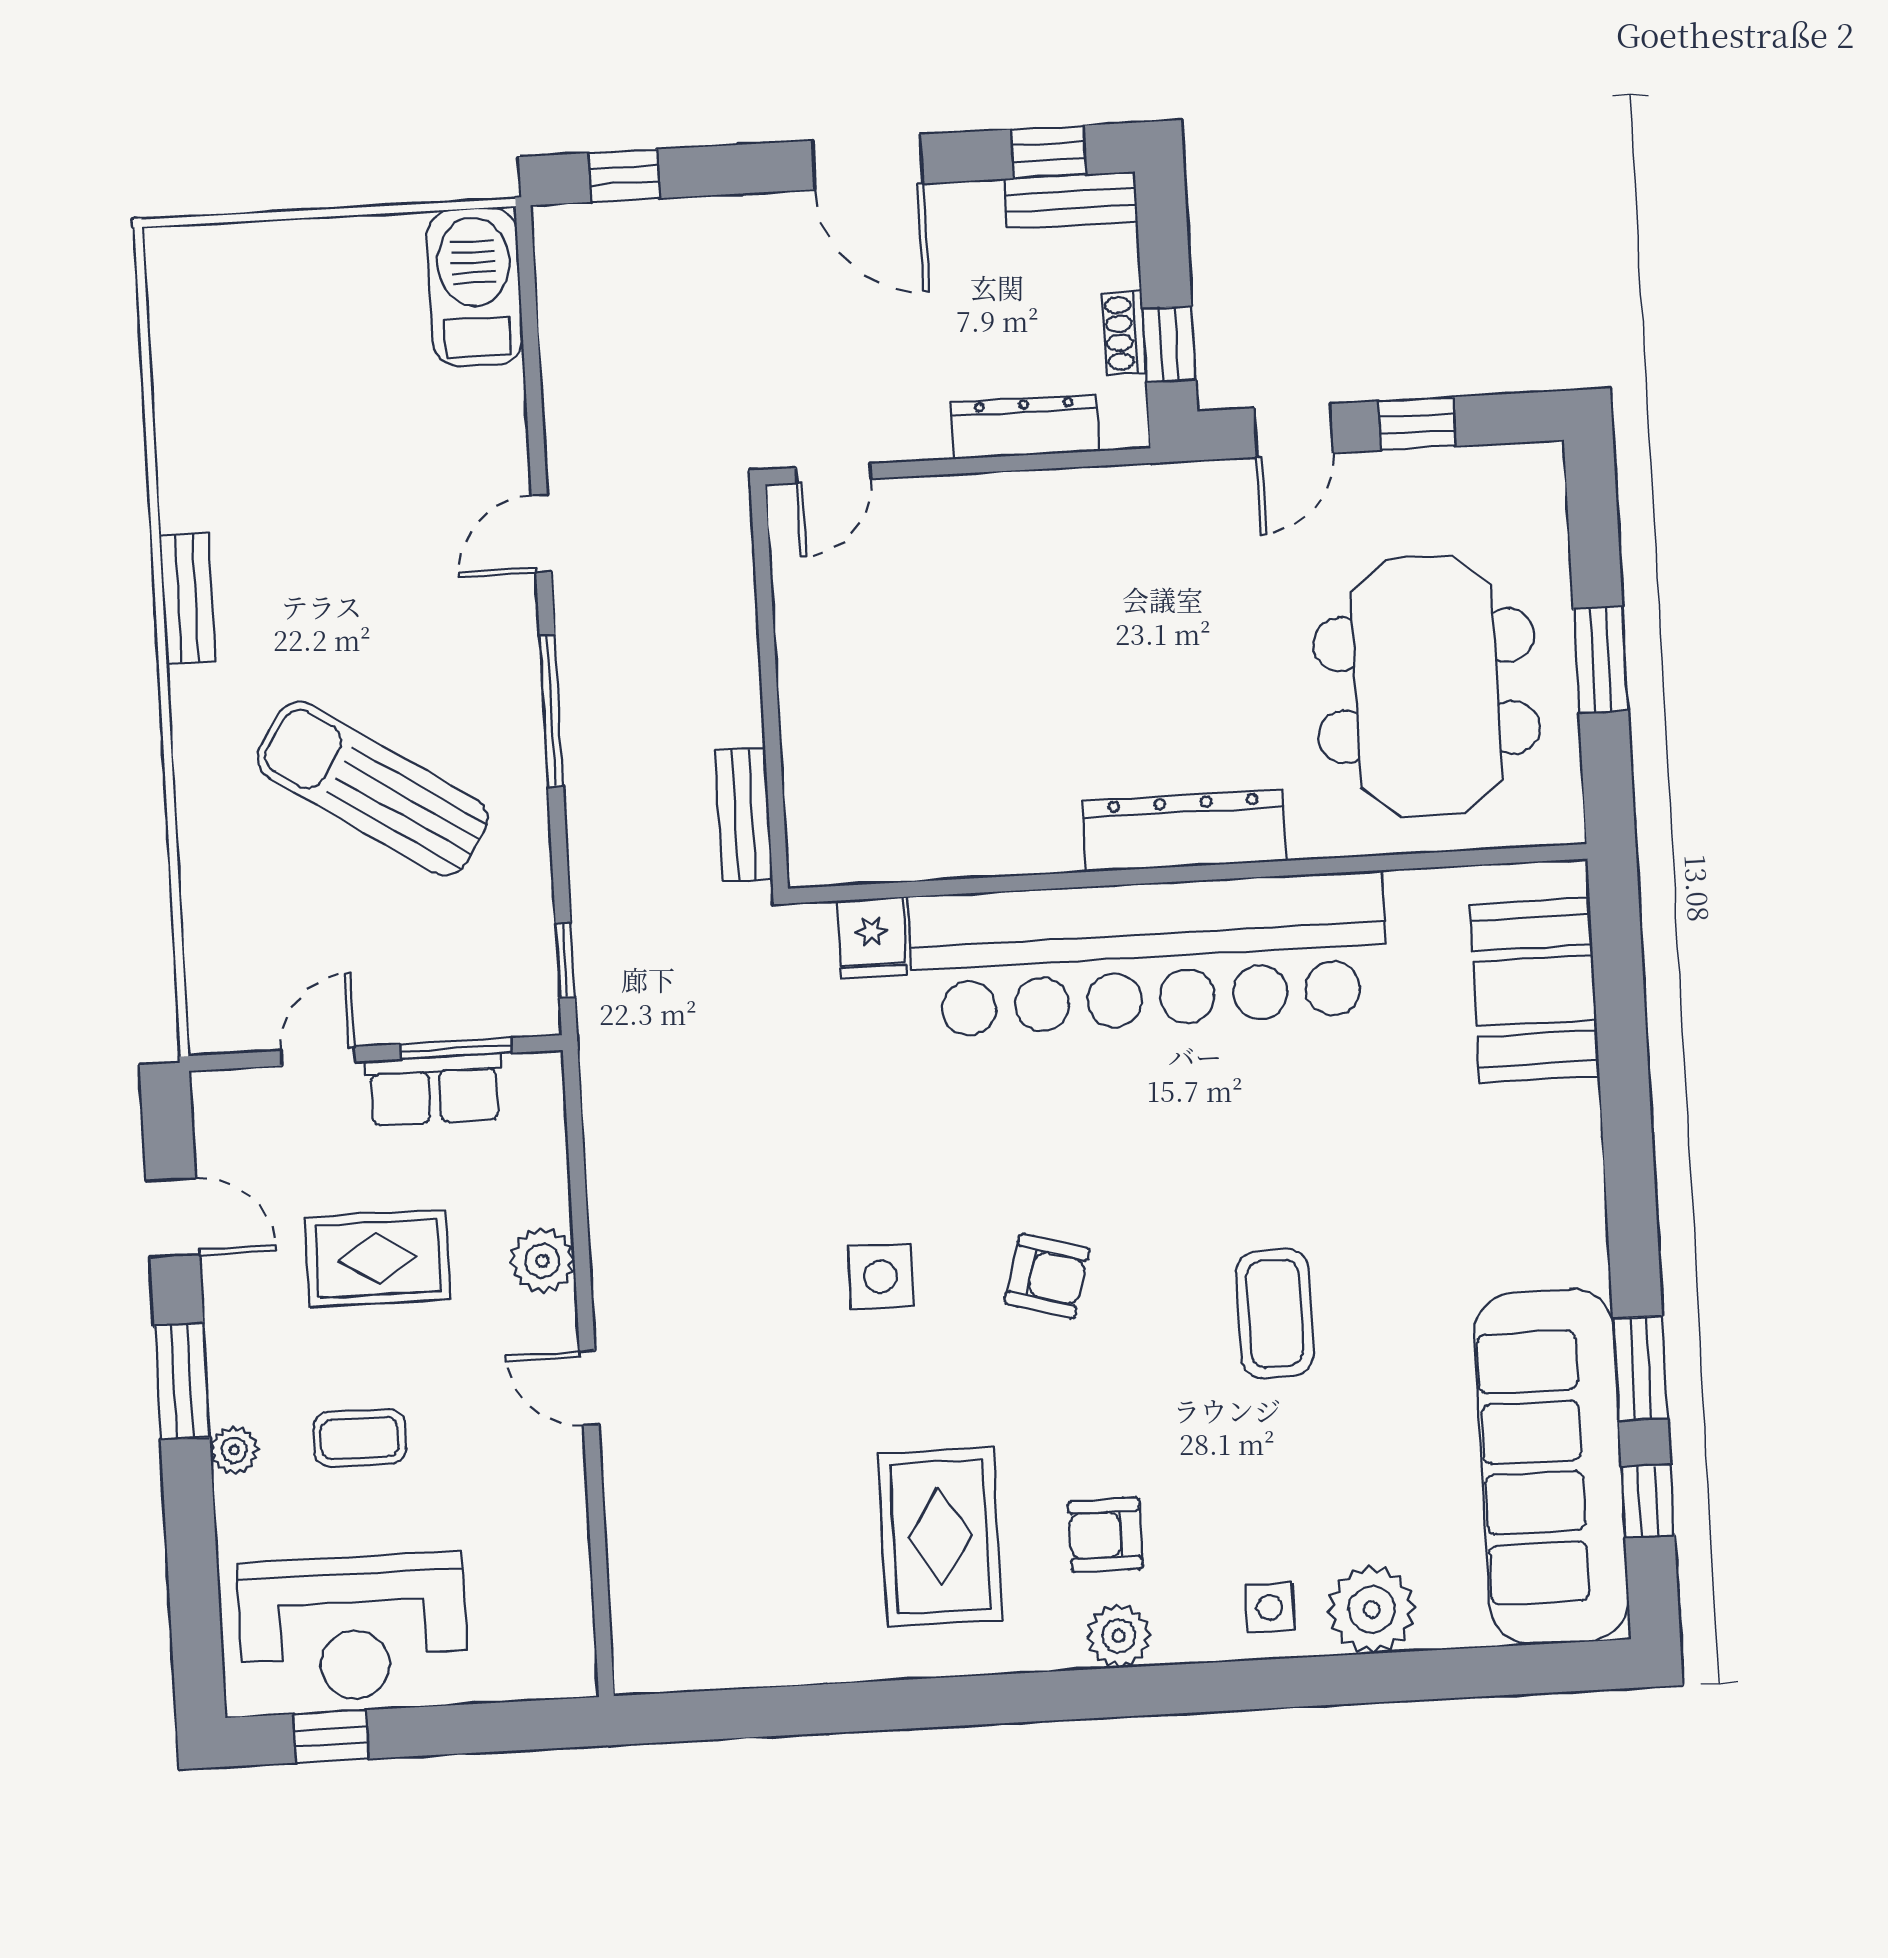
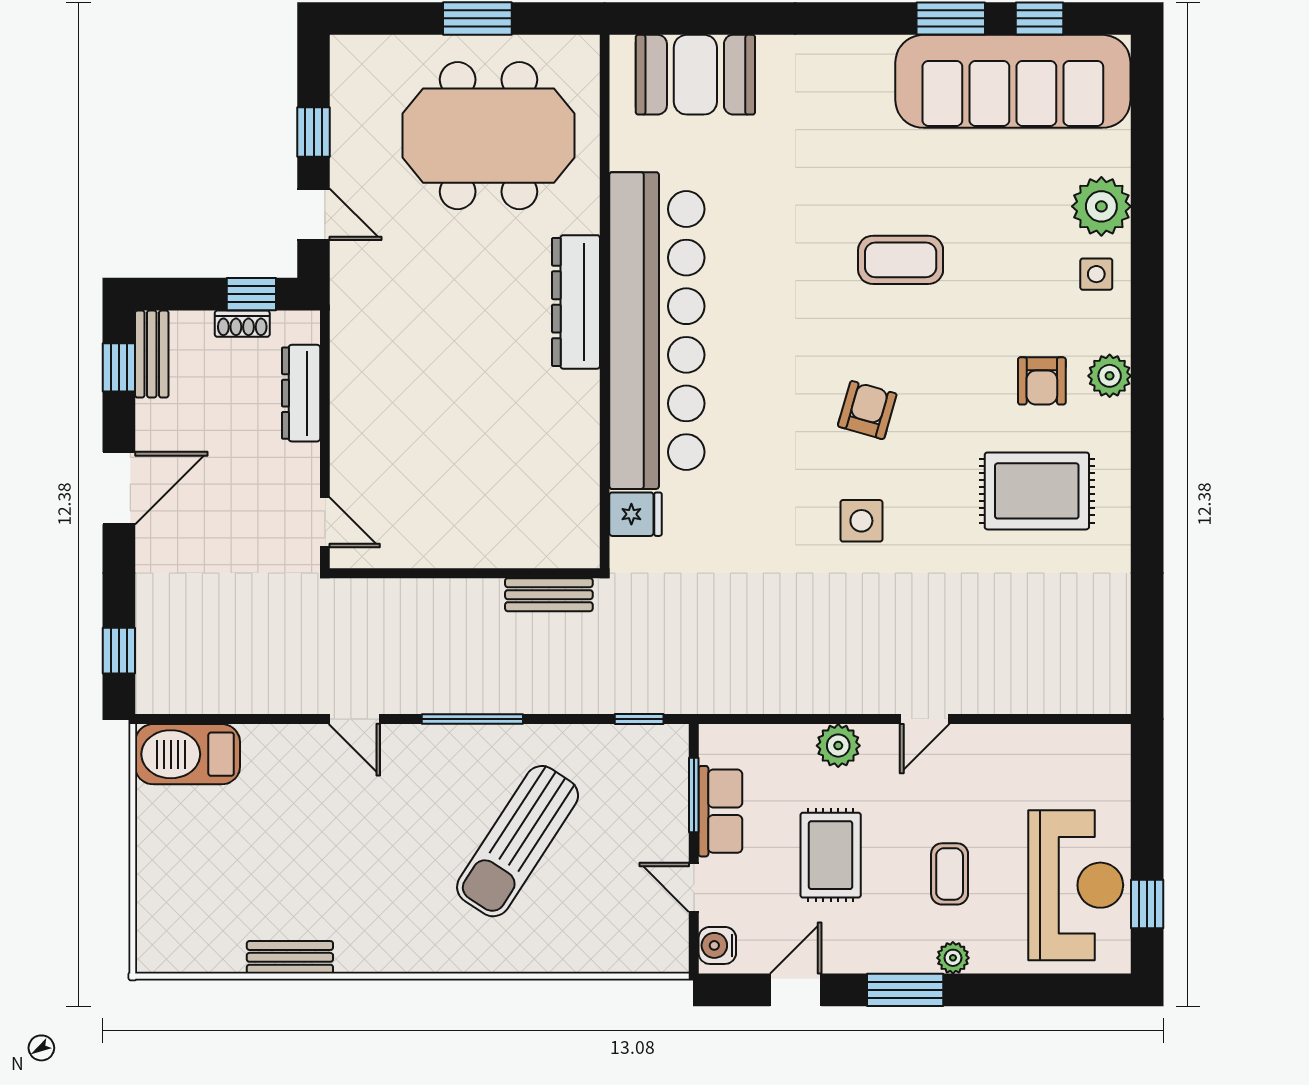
bench: (187, 599) -> (290, 957), moved
water cooler: (233, 1096) -> (717, 945), added

